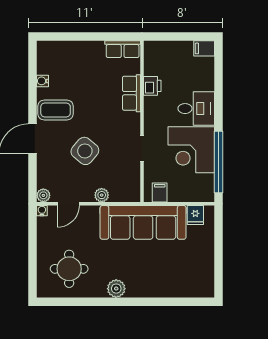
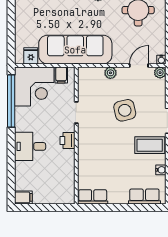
printer: (152, 86) -> (67, 141), moved
row of seats: (131, 93) -> (144, 196), moved, turned -90
corner desk: (191, 150) -> (34, 86), moved, turned 90
side table: (85, 151) -> (125, 110), turned 37

